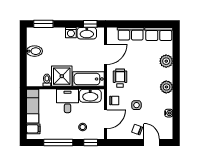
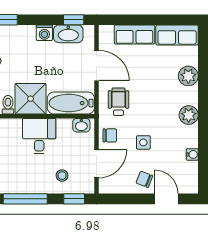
door: (105, 54) -> (96, 66), hinge flipped
washbasin: (90, 96) -> (81, 125), width x0.52, depth x0.69

